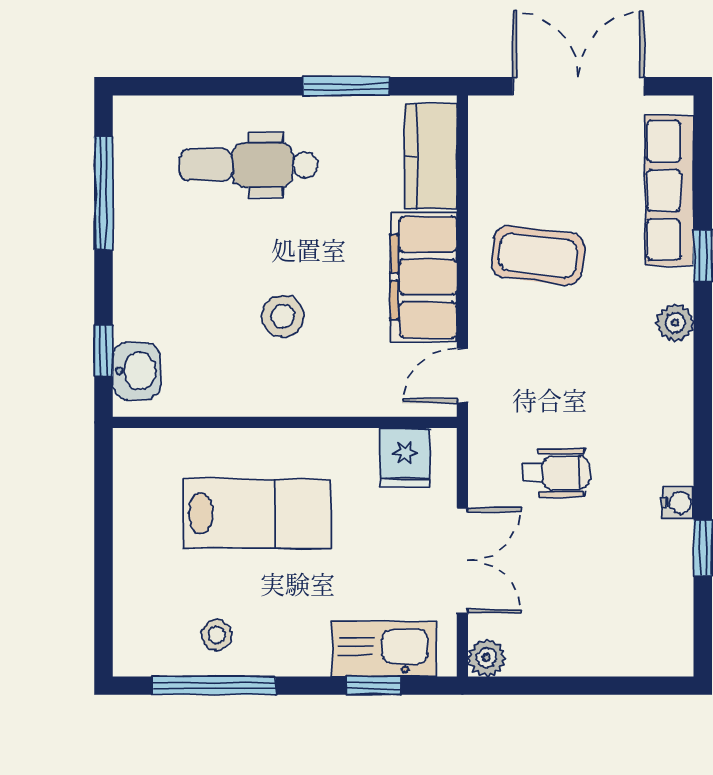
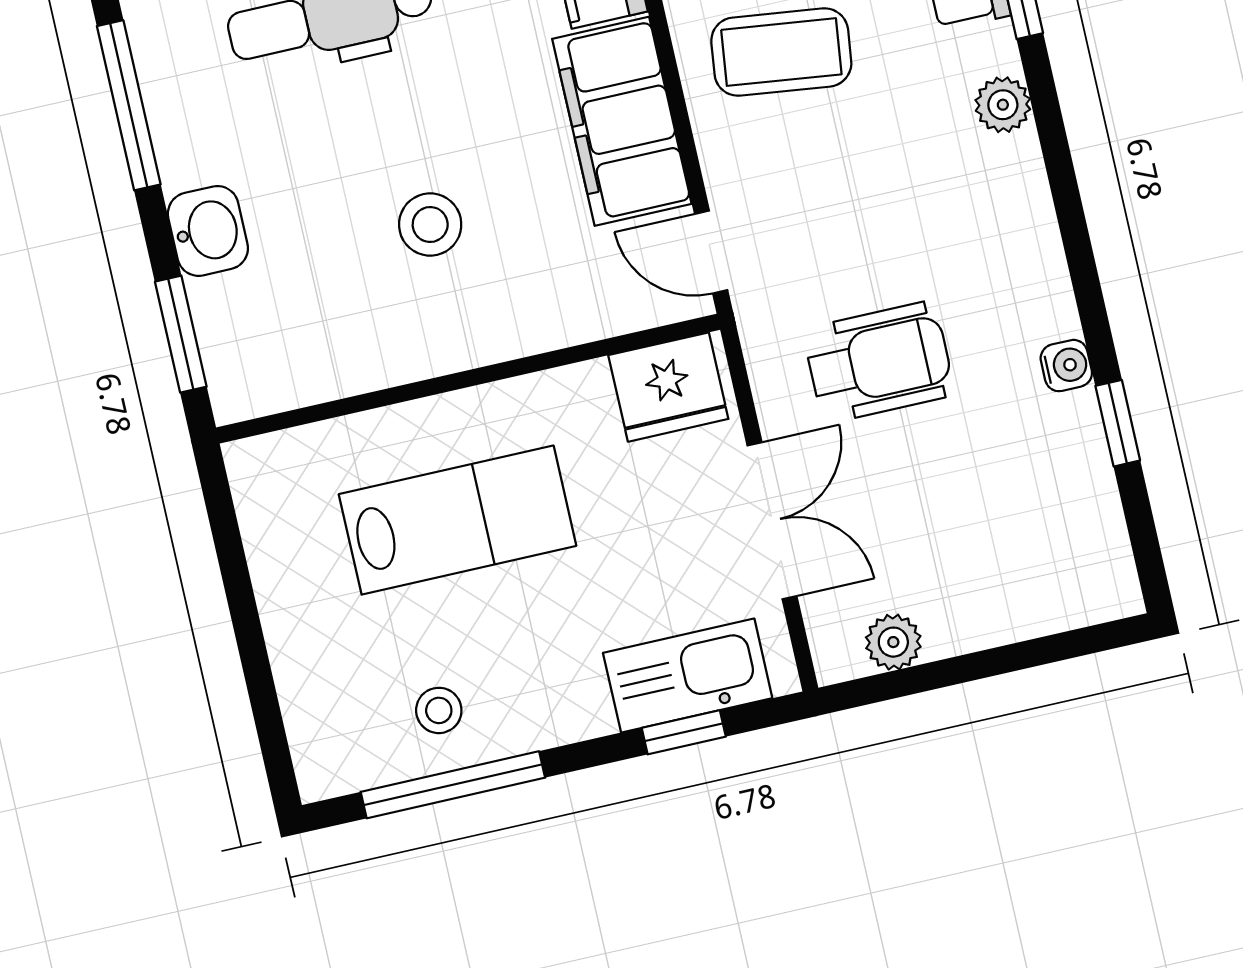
window: (104, 351) -> (181, 334), width x1.50
washbasin: (137, 371) -> (208, 231), moved
door: (462, 376) -> (711, 252), hinge flipped
fridge: (405, 458) -> (668, 387), width x1.38
wheelchair: (556, 473) -> (879, 362), width x1.36, depth x1.37
plant: (487, 658) -> (893, 642), moved

